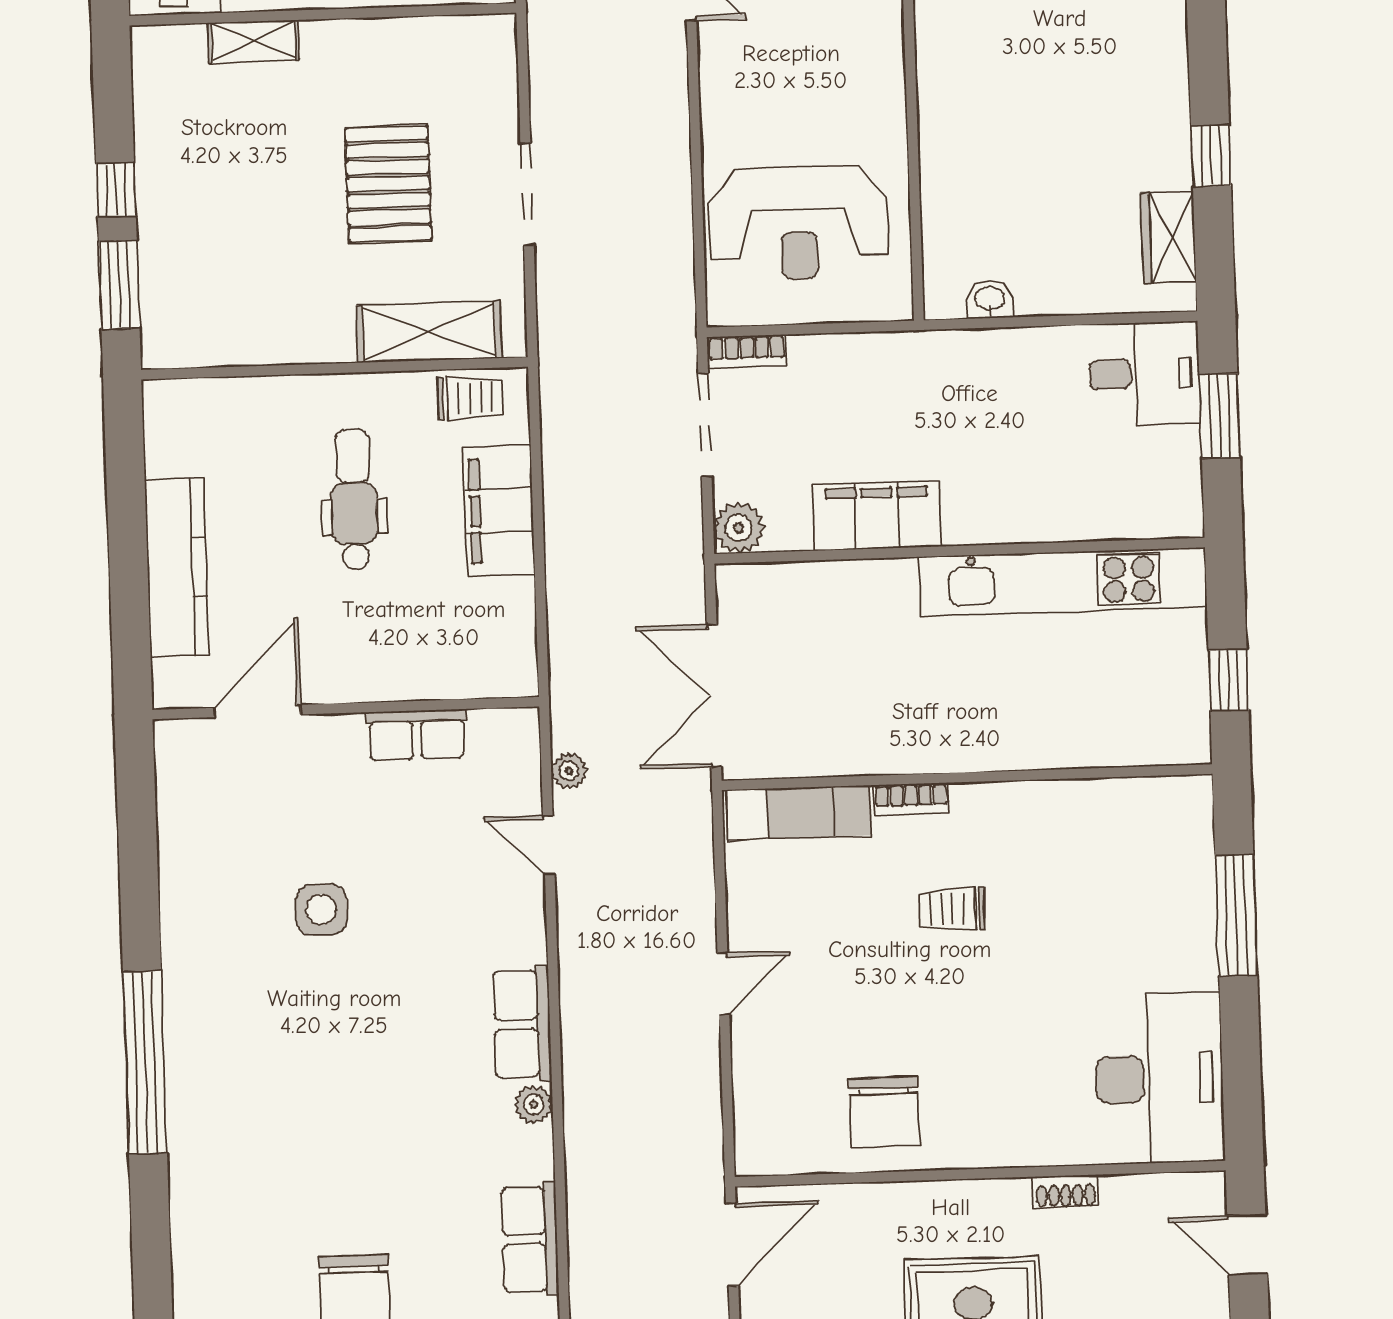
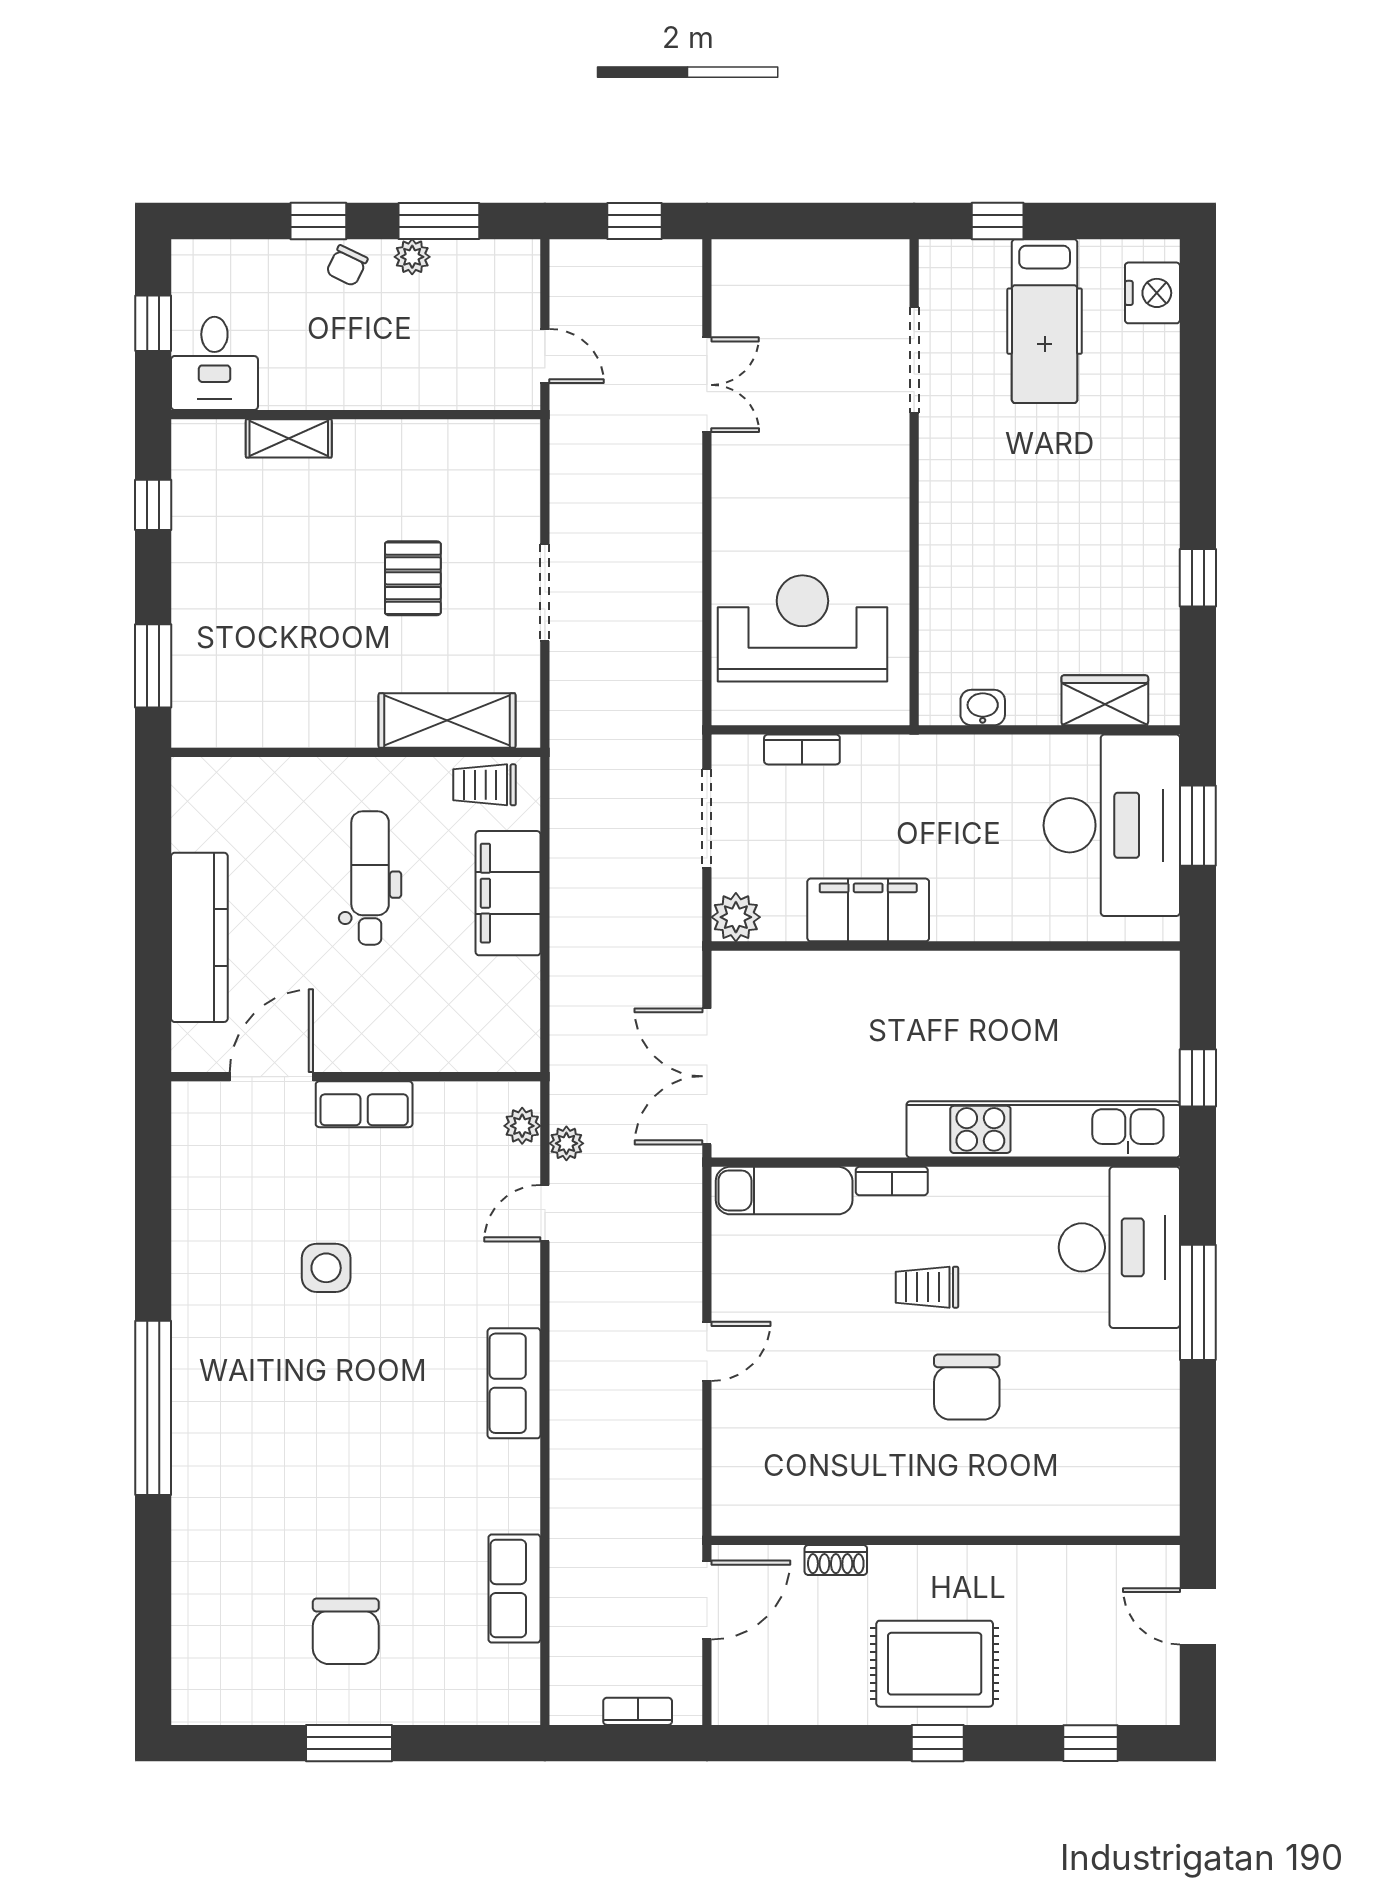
pallet: (388, 184) -> (413, 578), width x0.67, depth x0.71
window: (116, 190) -> (153, 505), moved
reception desk: (798, 223) -> (802, 628), turned 180
wardrobe: (1169, 237) -> (1105, 700), moved, turned 90
bookcase: (747, 352) -> (802, 749), moved
desk: (1144, 373) -> (1112, 825), width x1.87, depth x1.30
trolley: (471, 398) -> (485, 785), turned 180
kitchen unit: (1063, 582) -> (1043, 1129), moved, turned 180
row of seats: (417, 735) -> (364, 1104), moved
door: (549, 845) -> (545, 1213), hinge flipped
desk: (1159, 1078) -> (1119, 1247), moved
plant: (534, 1104) -> (522, 1126), moved
chair: (884, 1112) -> (967, 1387), moved
shoe rack: (1066, 1191) -> (836, 1560), moved

